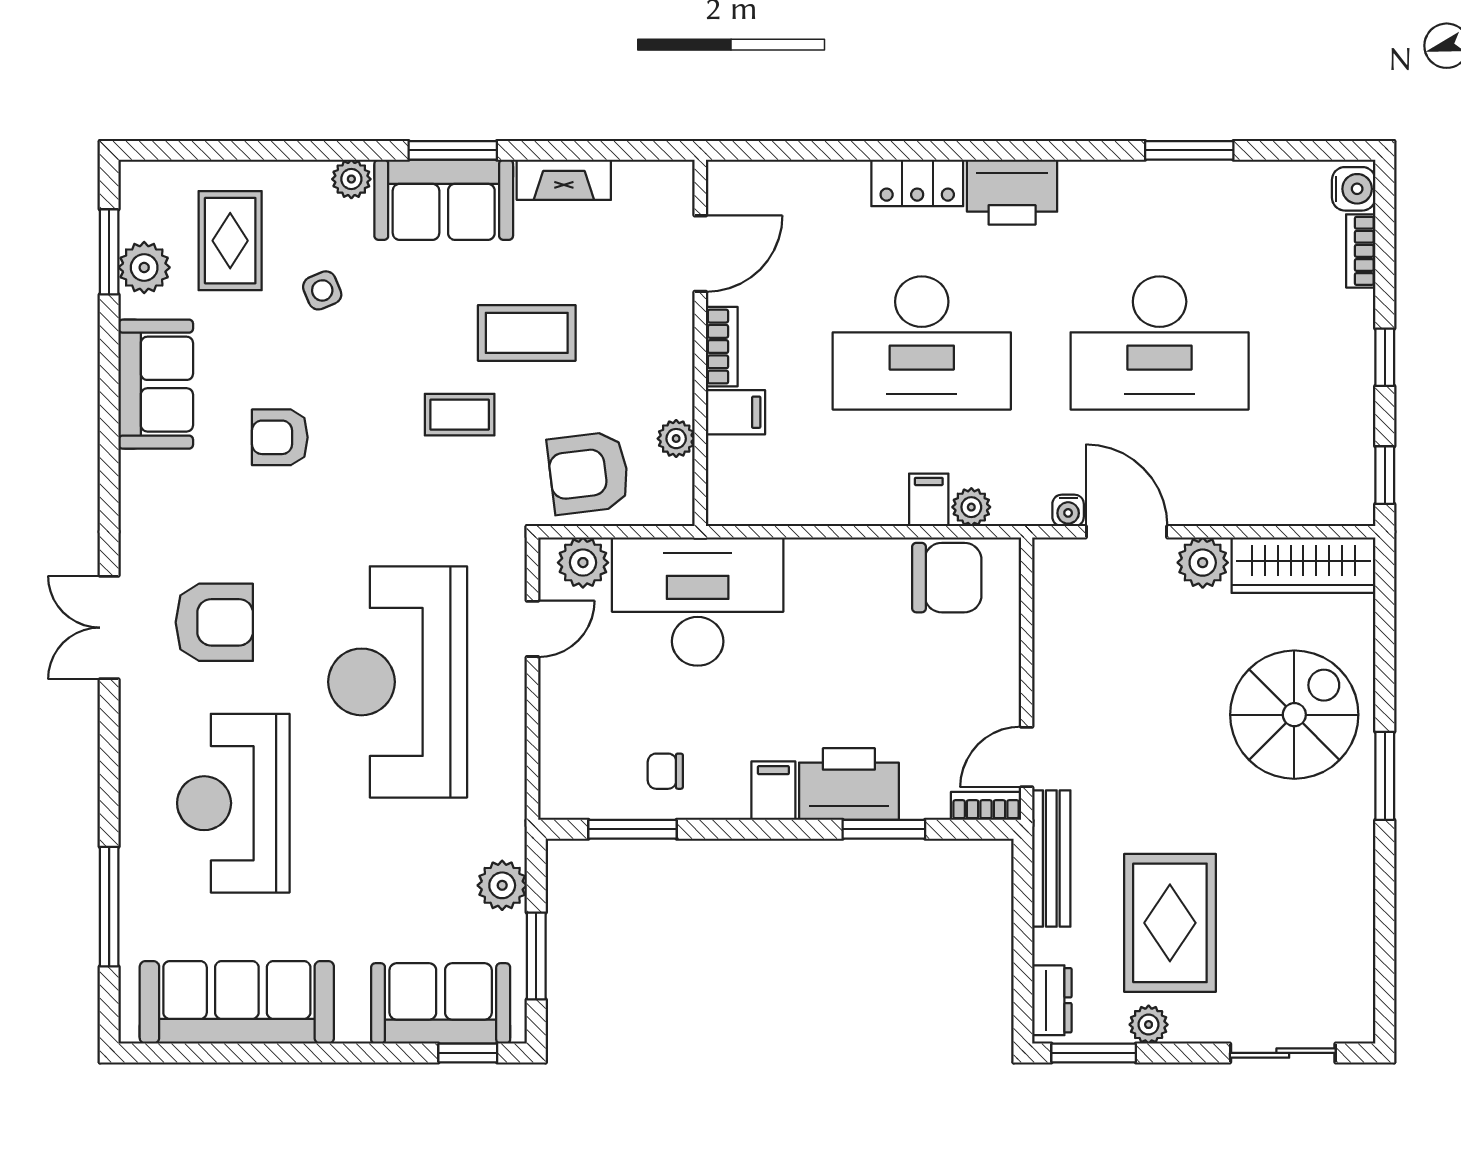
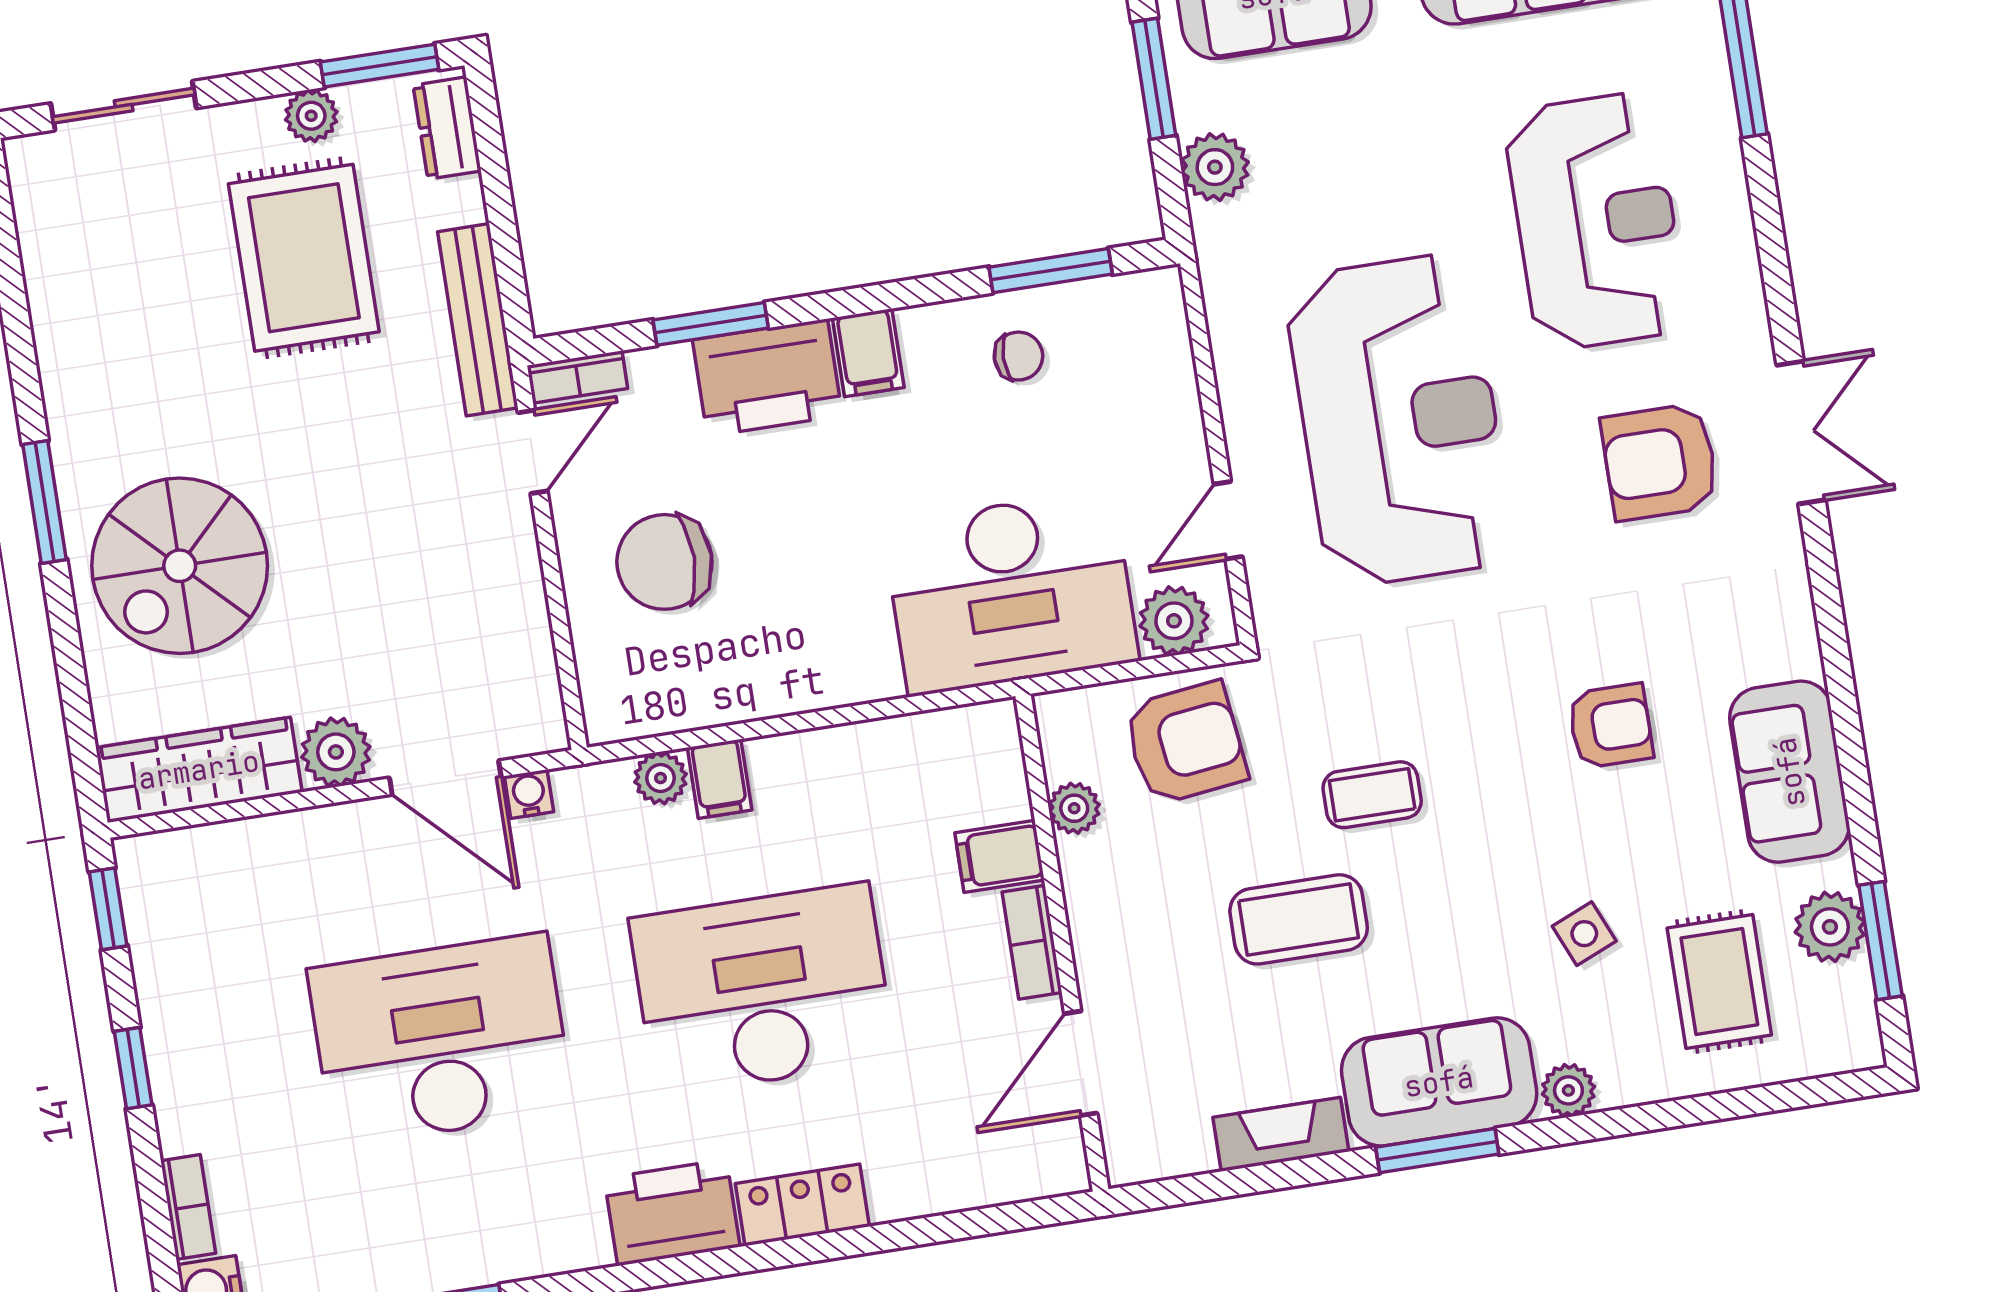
chair: (947, 578) -> (664, 562), moved

